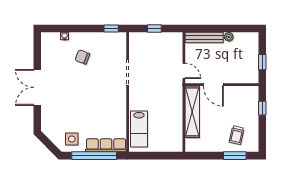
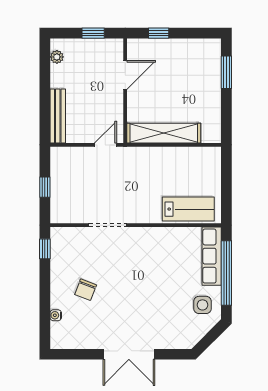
plant: (229, 37) -> (57, 57), moved
door: (213, 85) -> (125, 75), moved
trolley: (237, 135) -> (197, 70), removed

